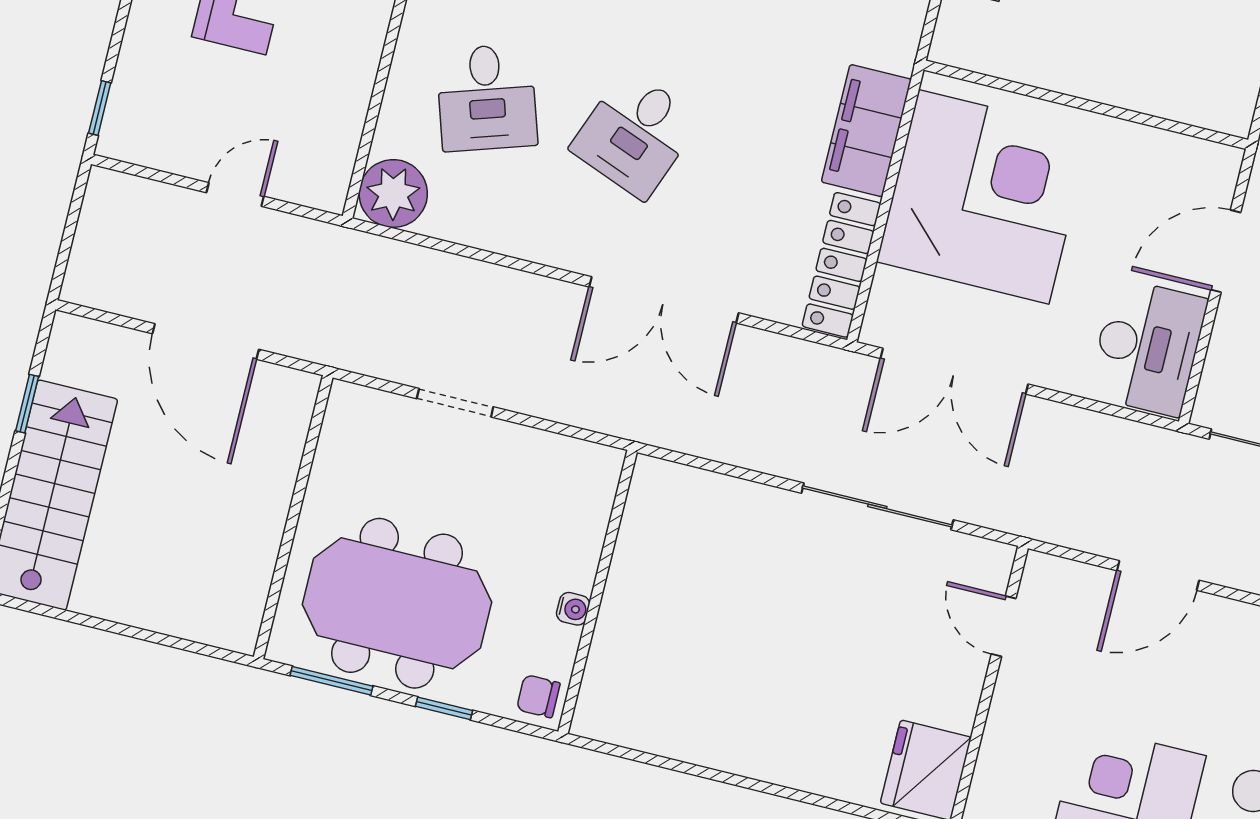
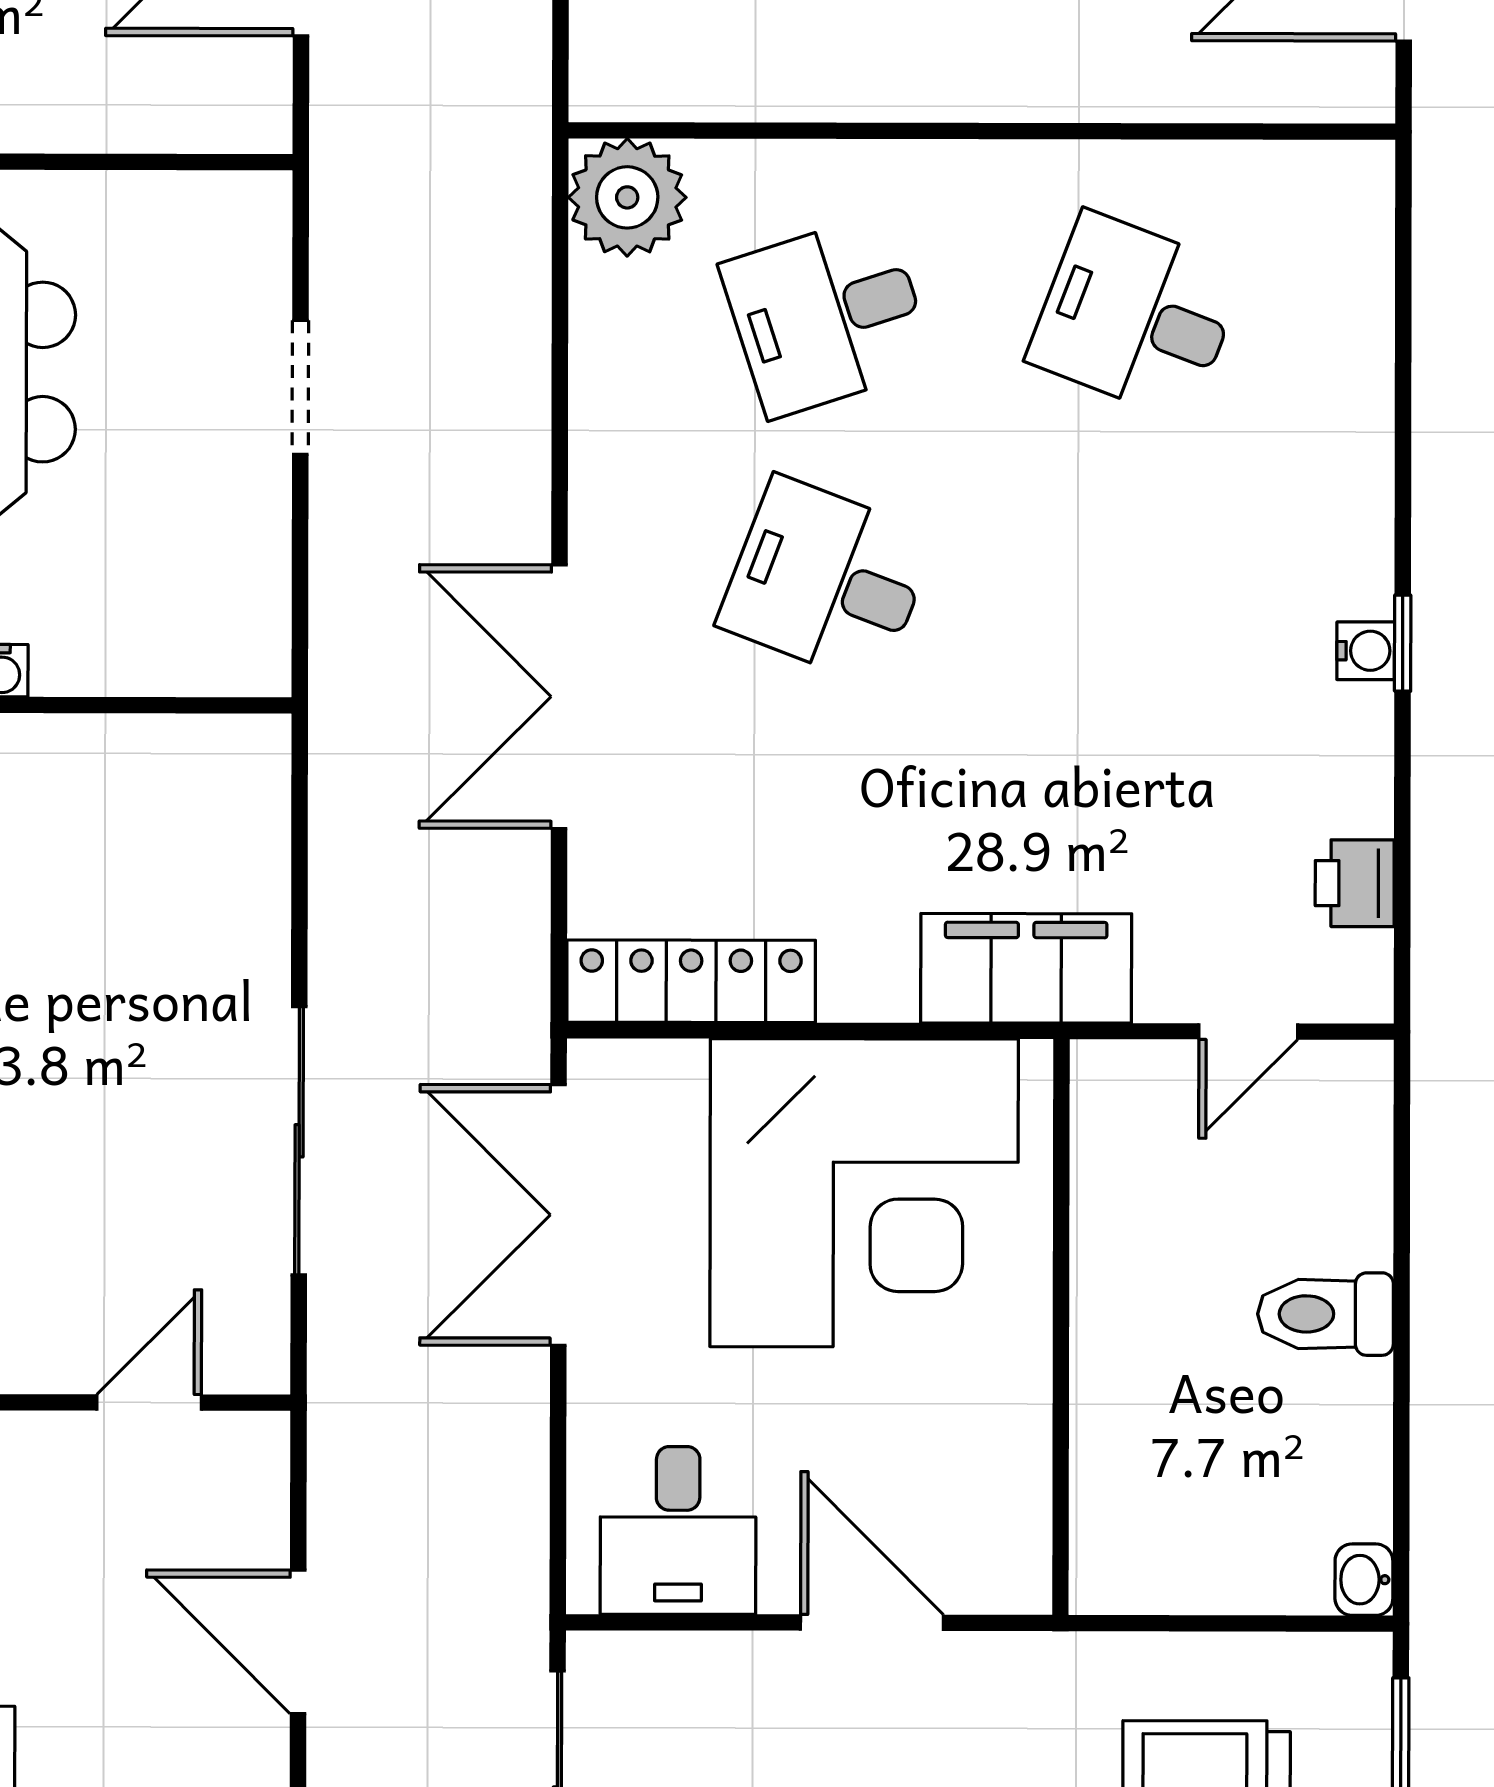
filing cabinet: (866, 131) -> (1026, 968), moved
desk: (1148, 347) -> (678, 1530), width x0.73

